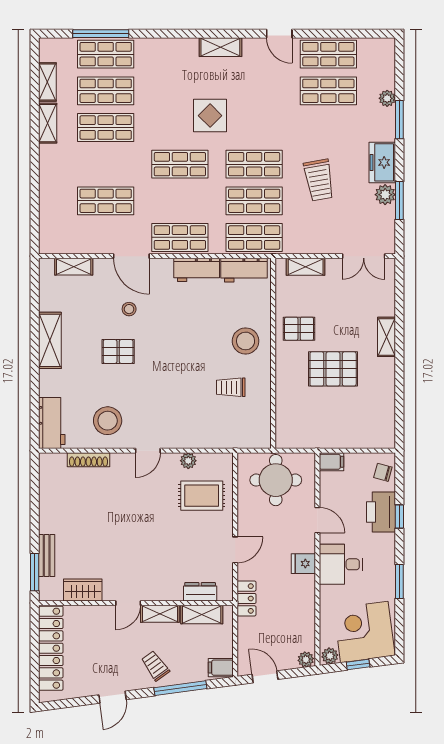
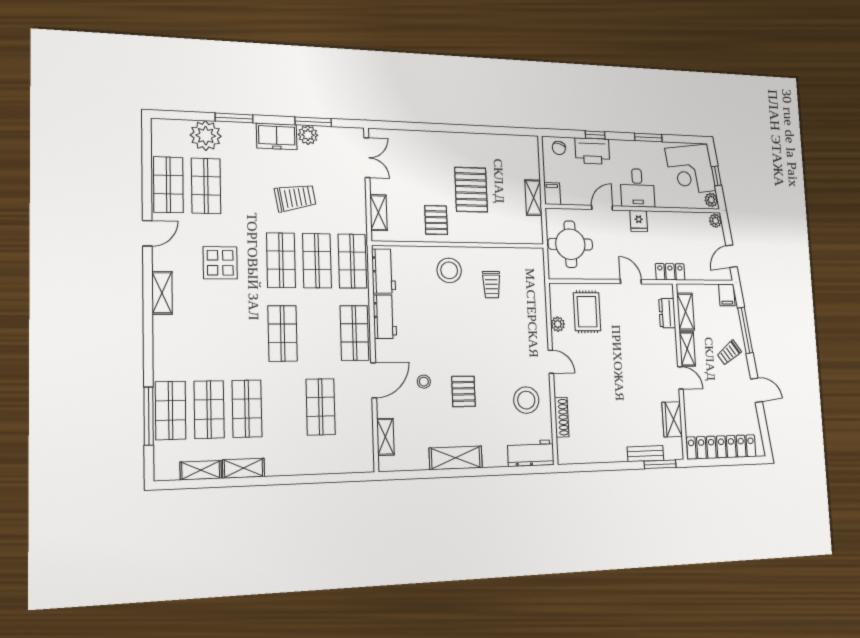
plant: (387, 98) -> (206, 136), width x1.88, depth x1.88
display table: (210, 116) -> (220, 263), moved
shelving: (387, 337) -> (533, 198), moved, turned 90

